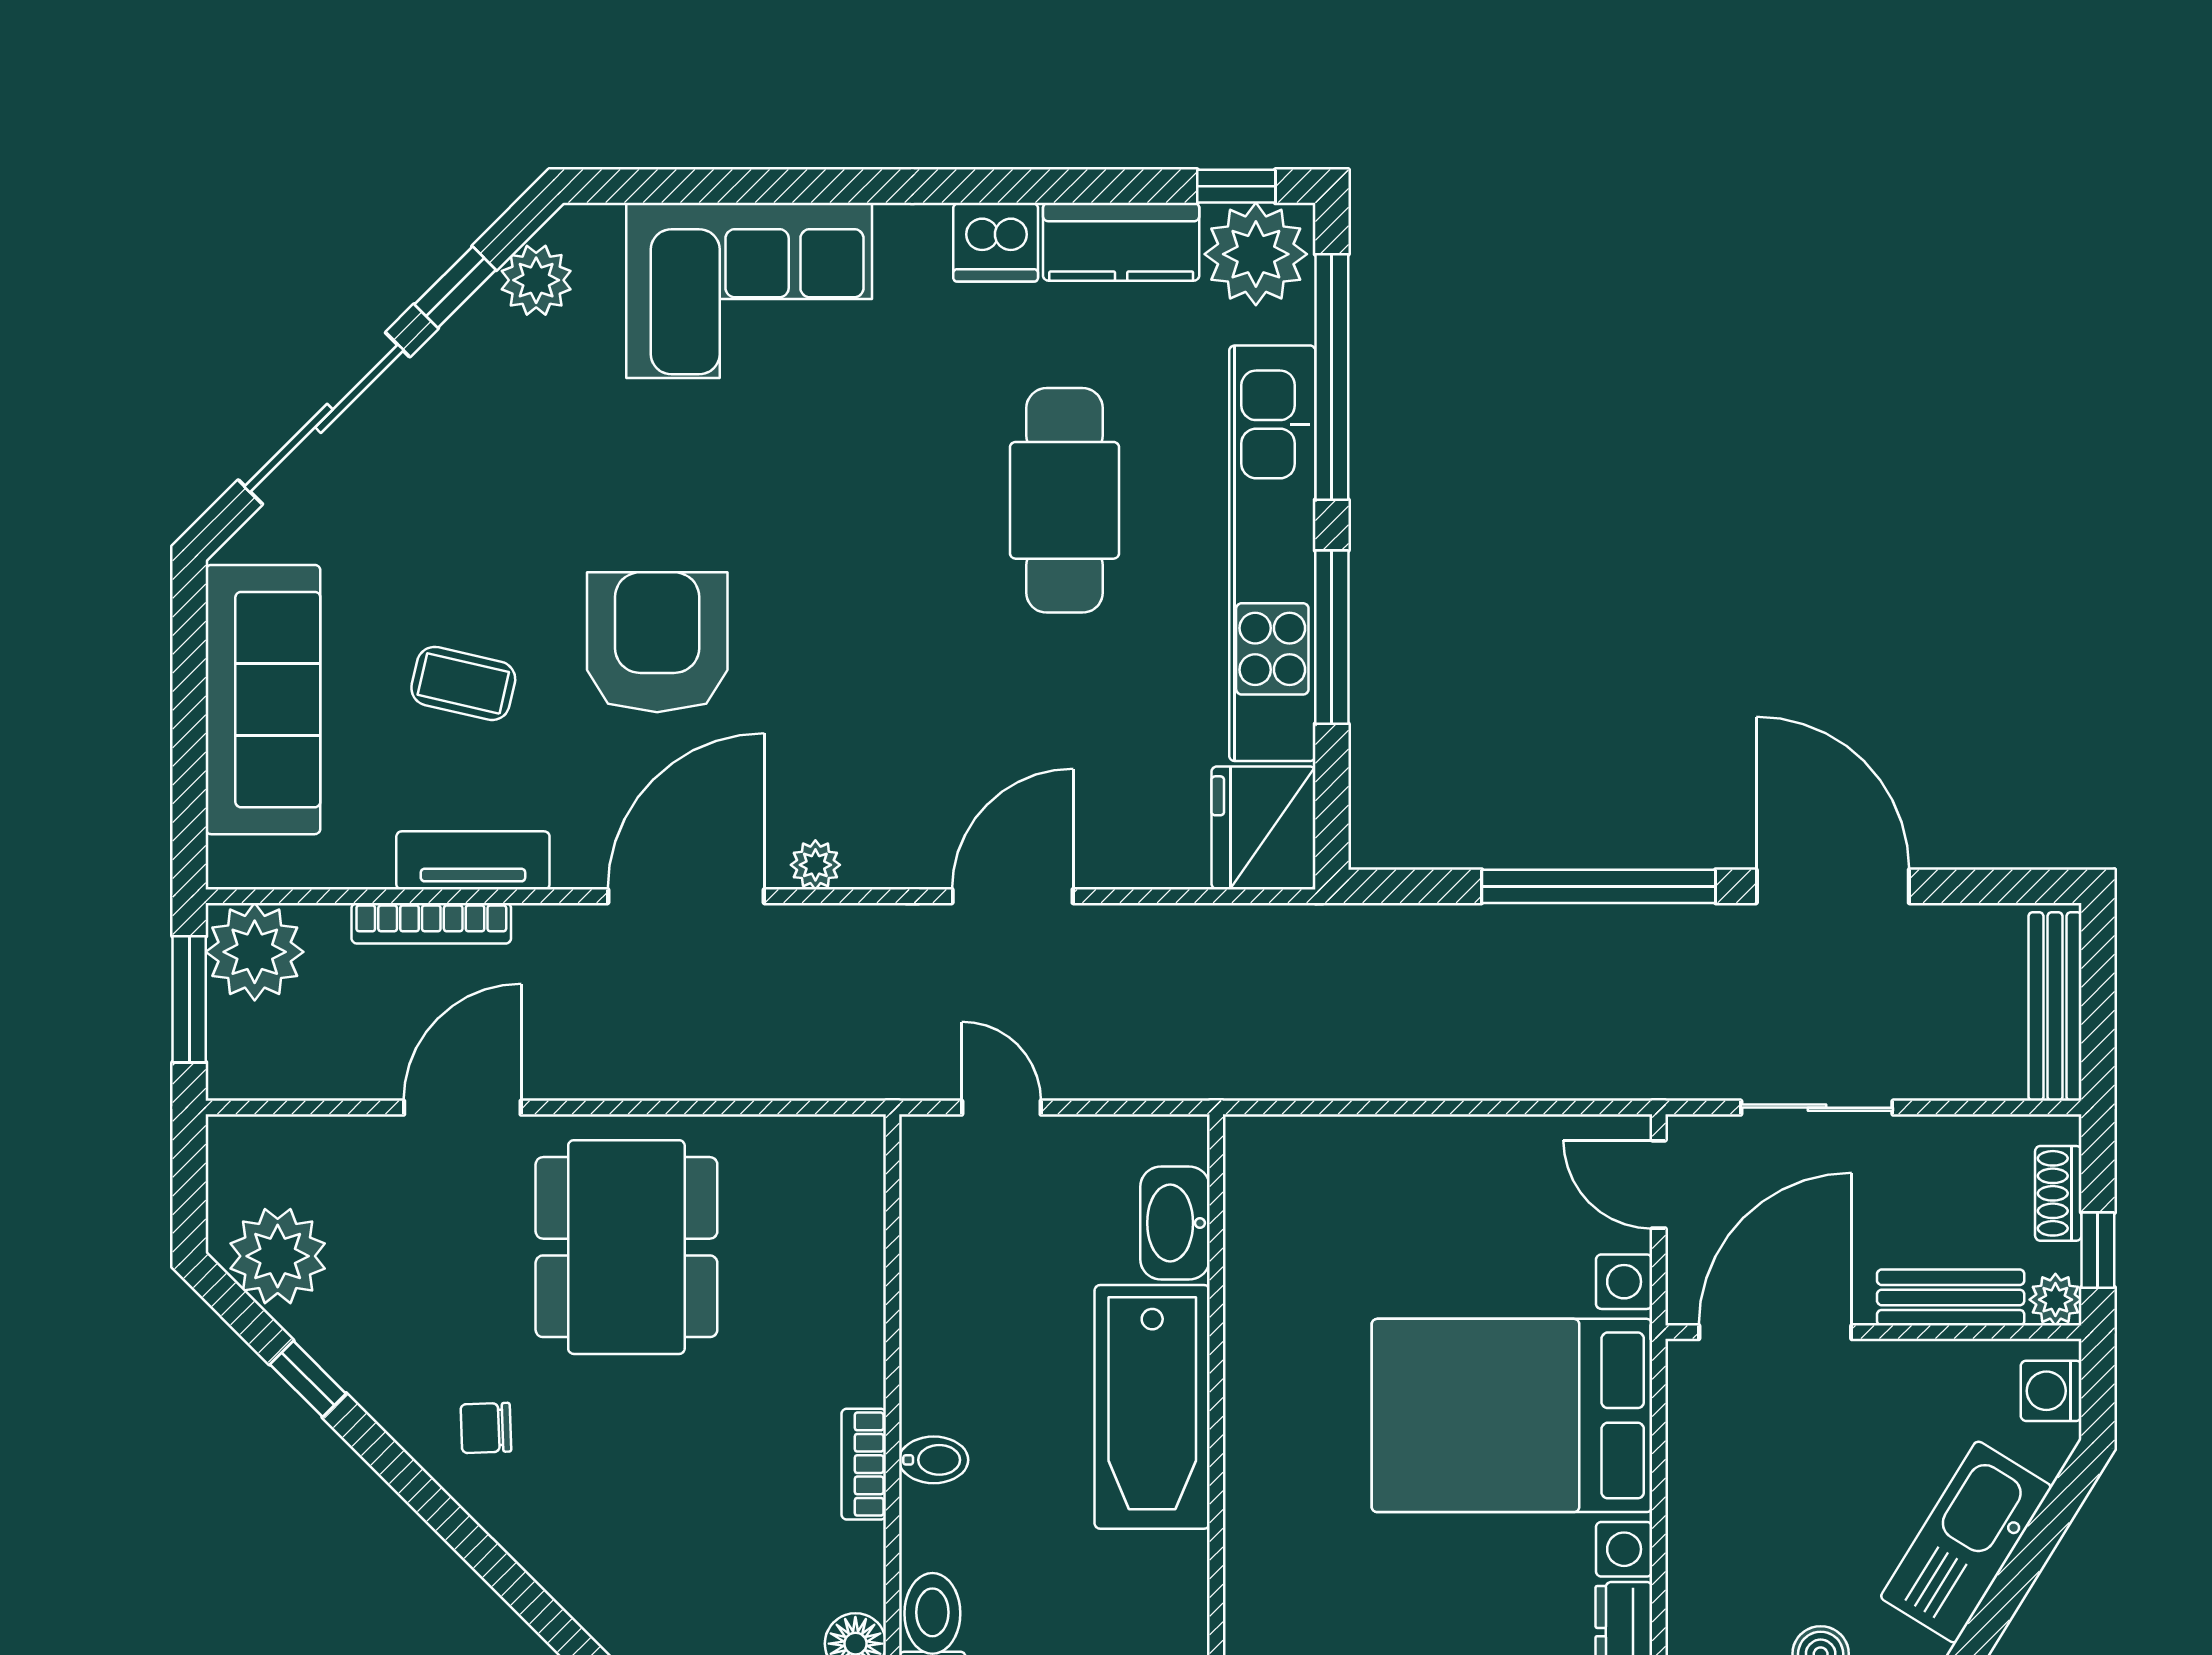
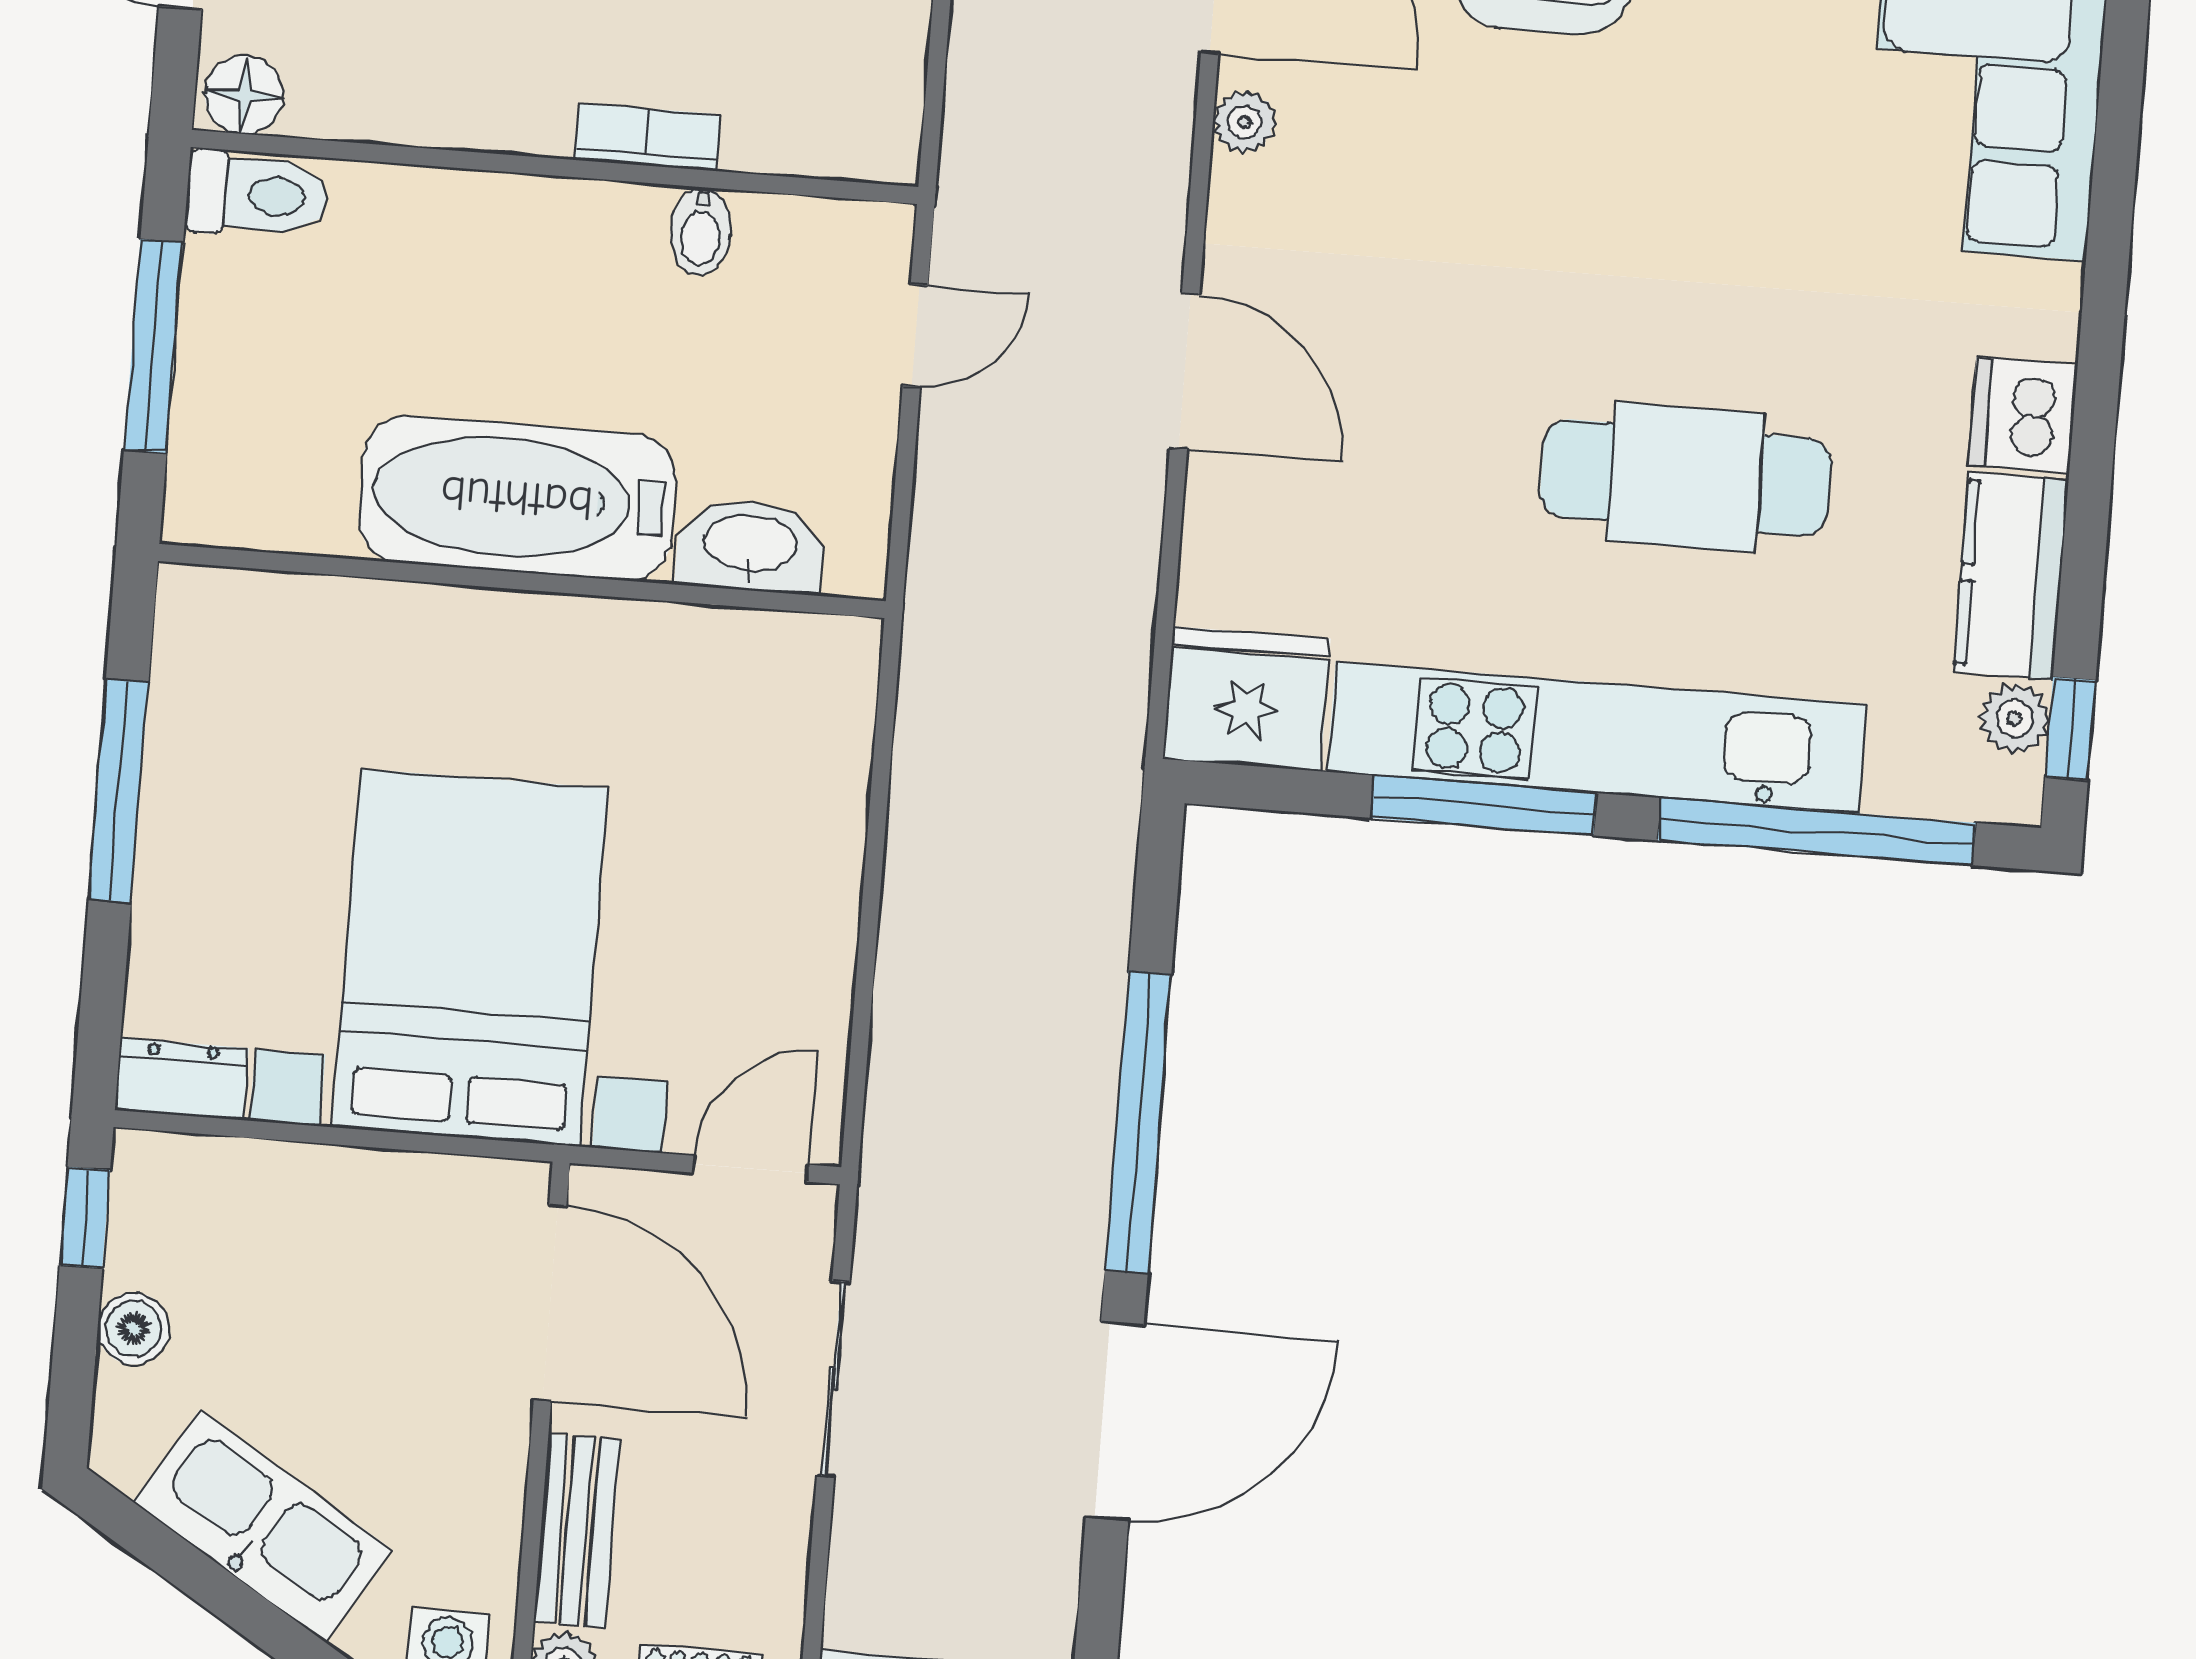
plant: (1256, 254) -> (2015, 719), width x0.53, depth x0.53
bidet: (934, 1460) -> (701, 231), moved
bookcase: (864, 1464) -> (647, 137), moved

